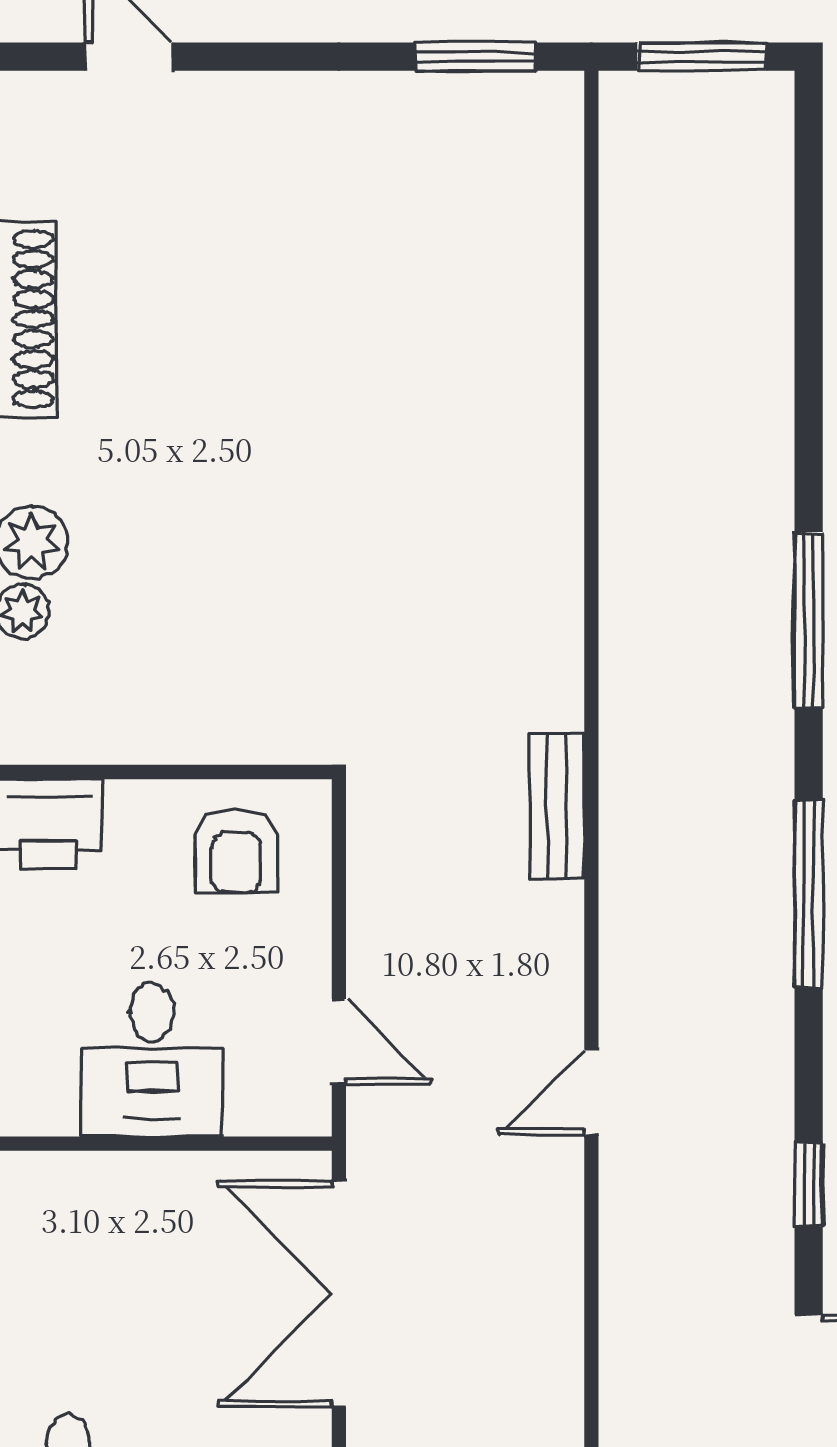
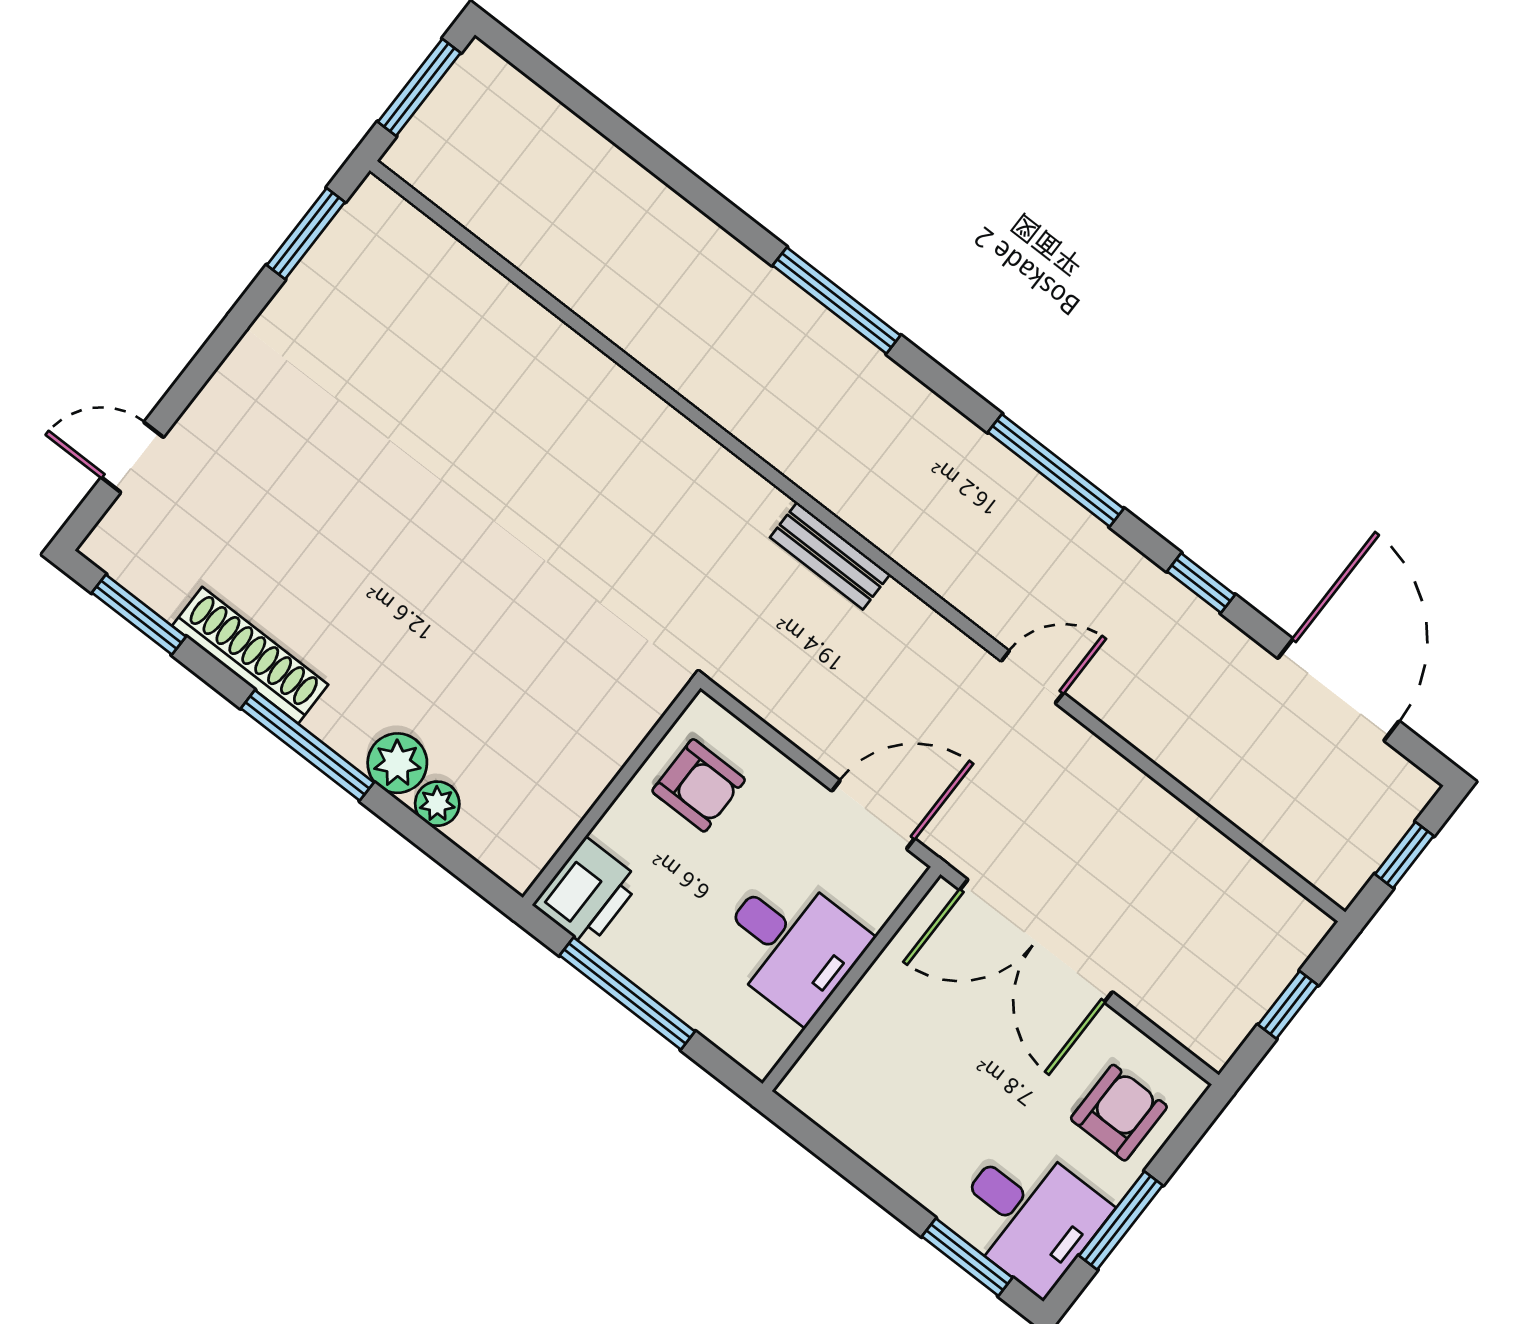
window: (809, 894) -> (1056, 470), moved
door: (339, 1042) -> (873, 815), width x1.38
door: (591, 1092) -> (1032, 677), swing flipped

